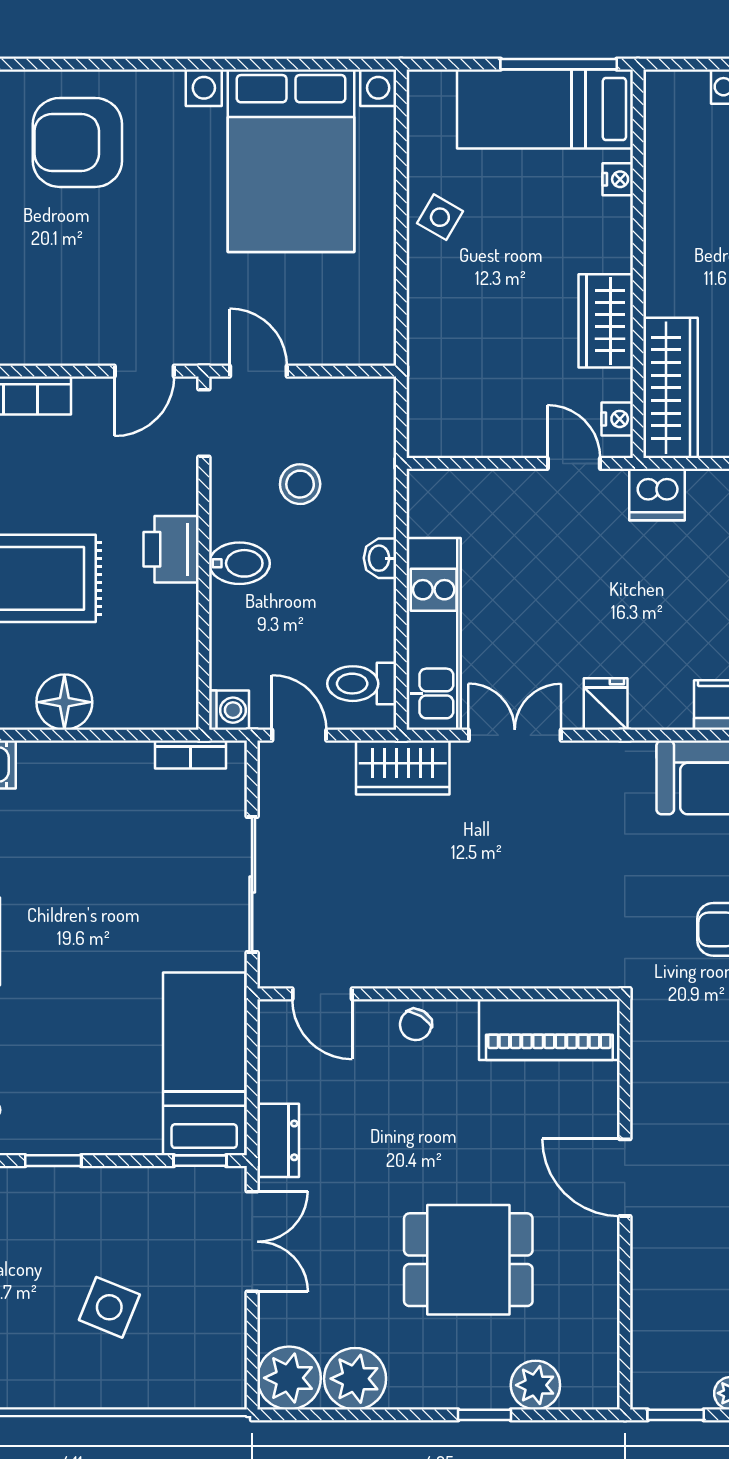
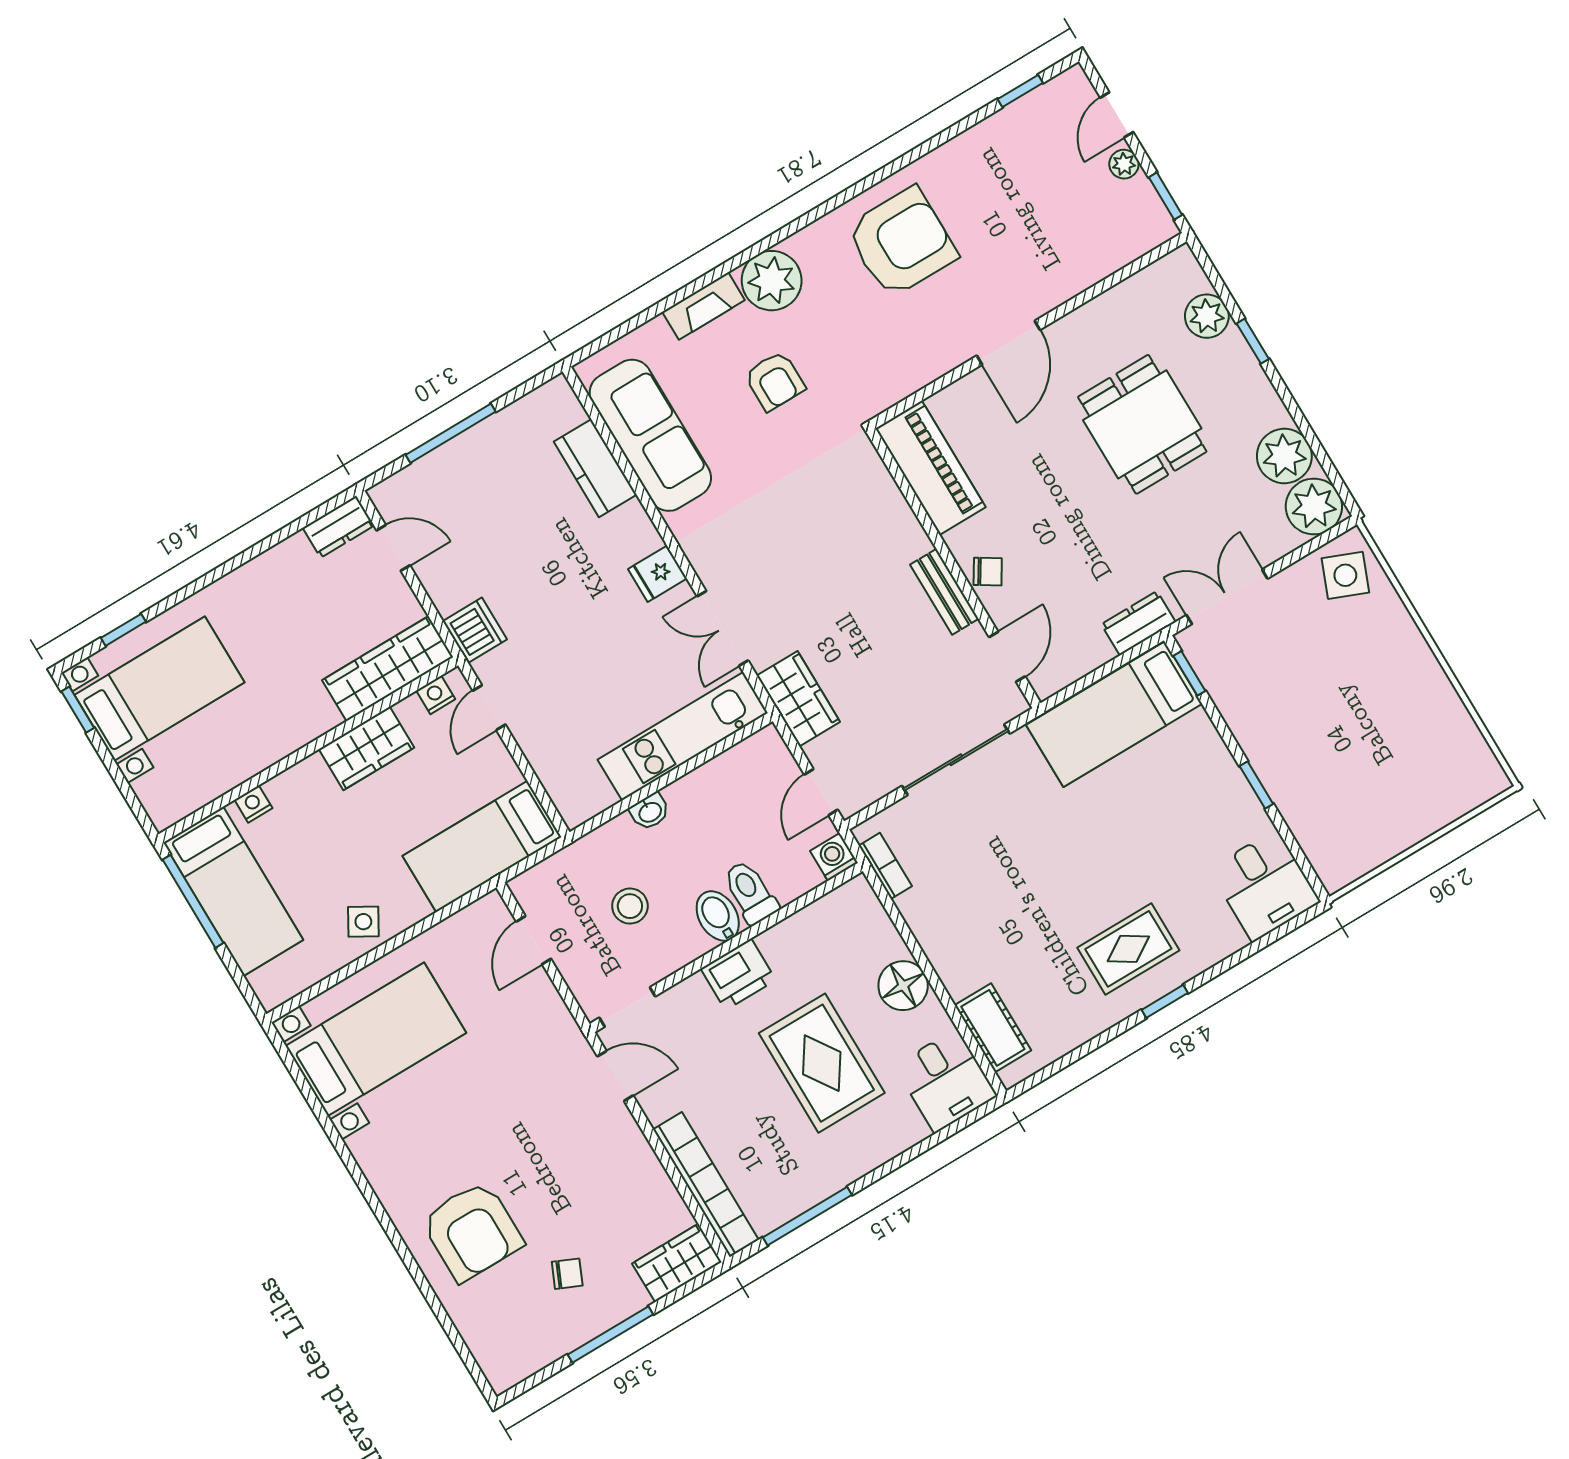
bed with nightstands: (291, 161) -> (376, 1039), width x0.73
door: (258, 371) -> (534, 940), moved
bed: (444, 376) -> (482, 847), added
toilet: (362, 684) -> (750, 892), moved, turned 180
bench: (421, 971) -> (944, 592), added
side table: (109, 1307) -> (1345, 575), moved

